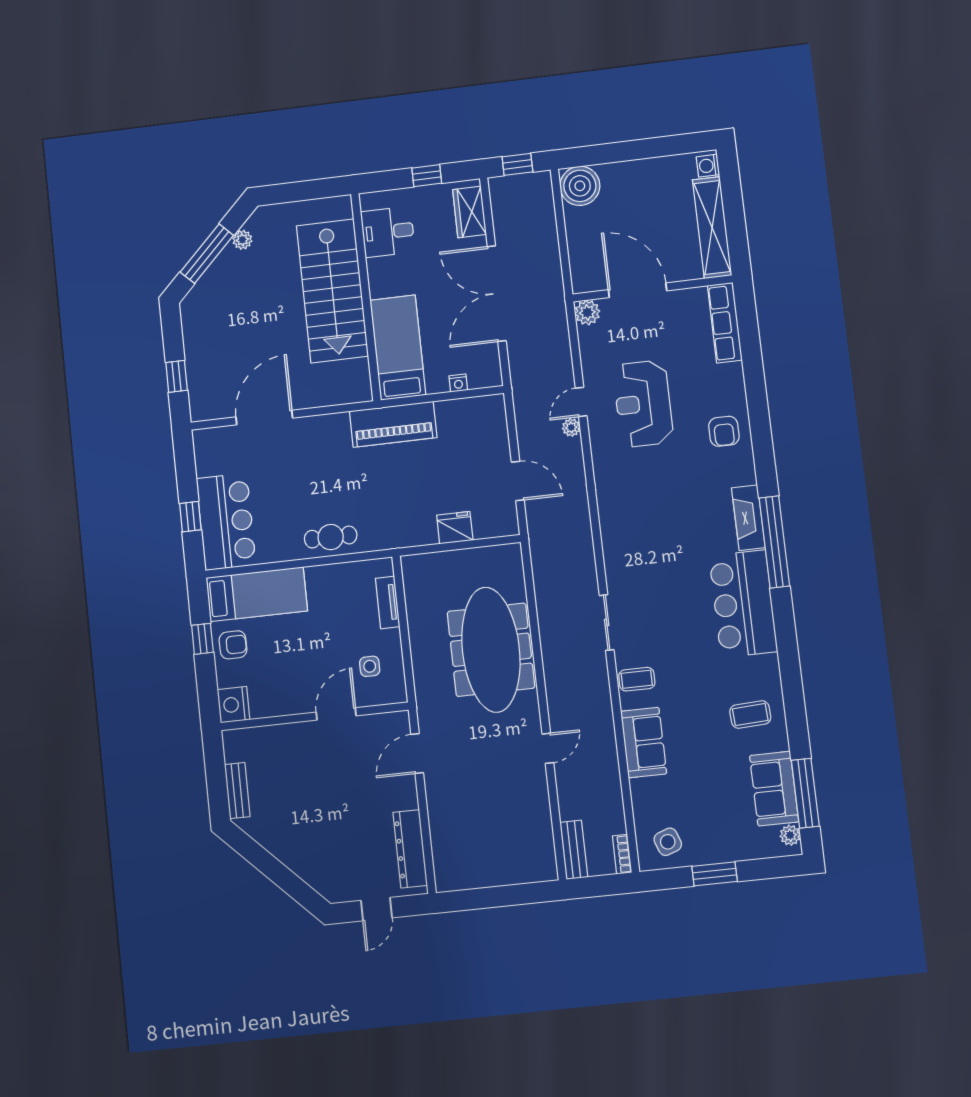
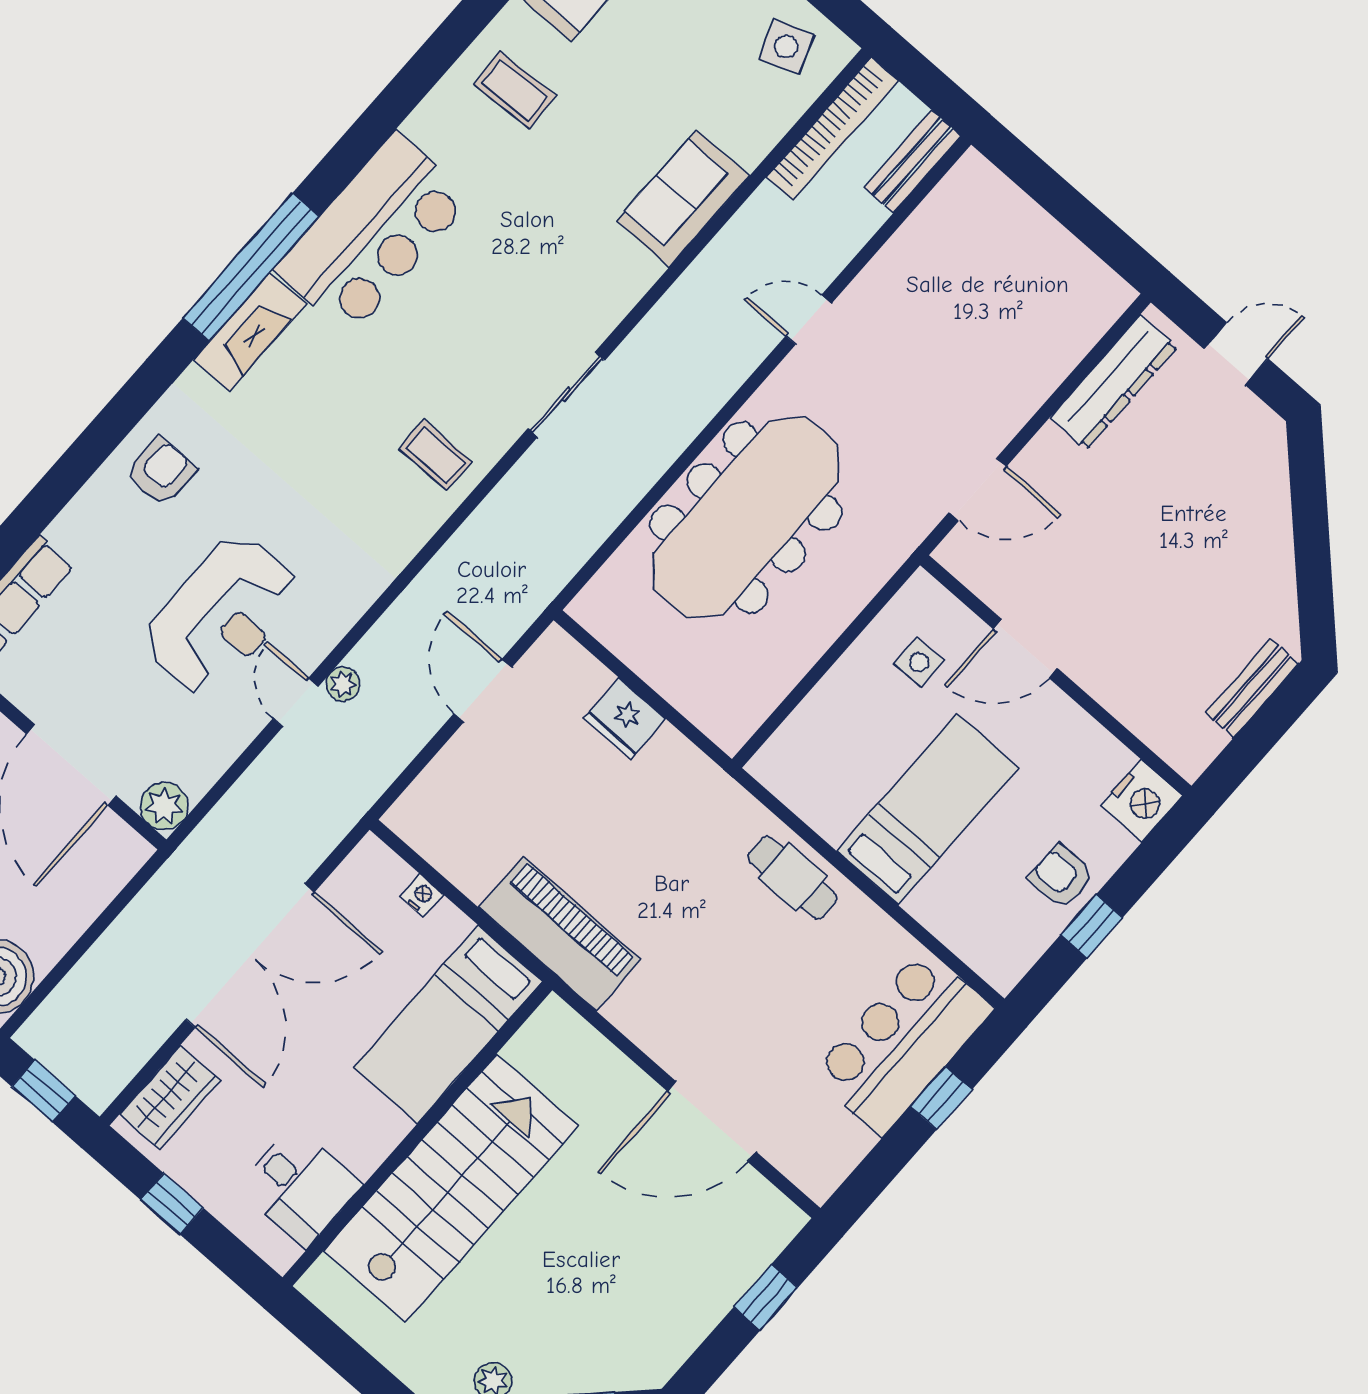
door: (581, 402) -> (296, 702), swing flipped
bed: (257, 594) -> (927, 809), moved, turned 90
tv unit: (388, 602) -> (810, 717), removed
coffee table: (637, 679) -> (436, 455), moved
bookcase: (622, 854) -> (832, 129), width x2.31, depth x1.31

